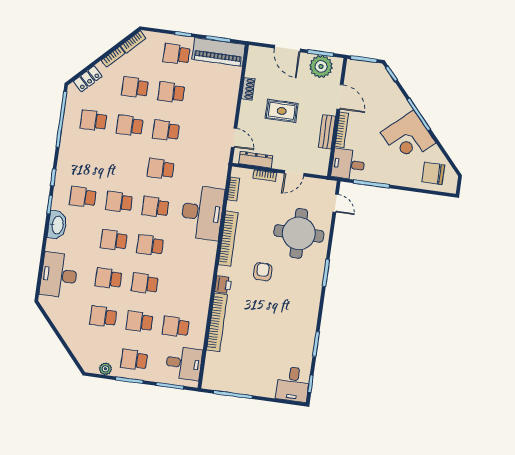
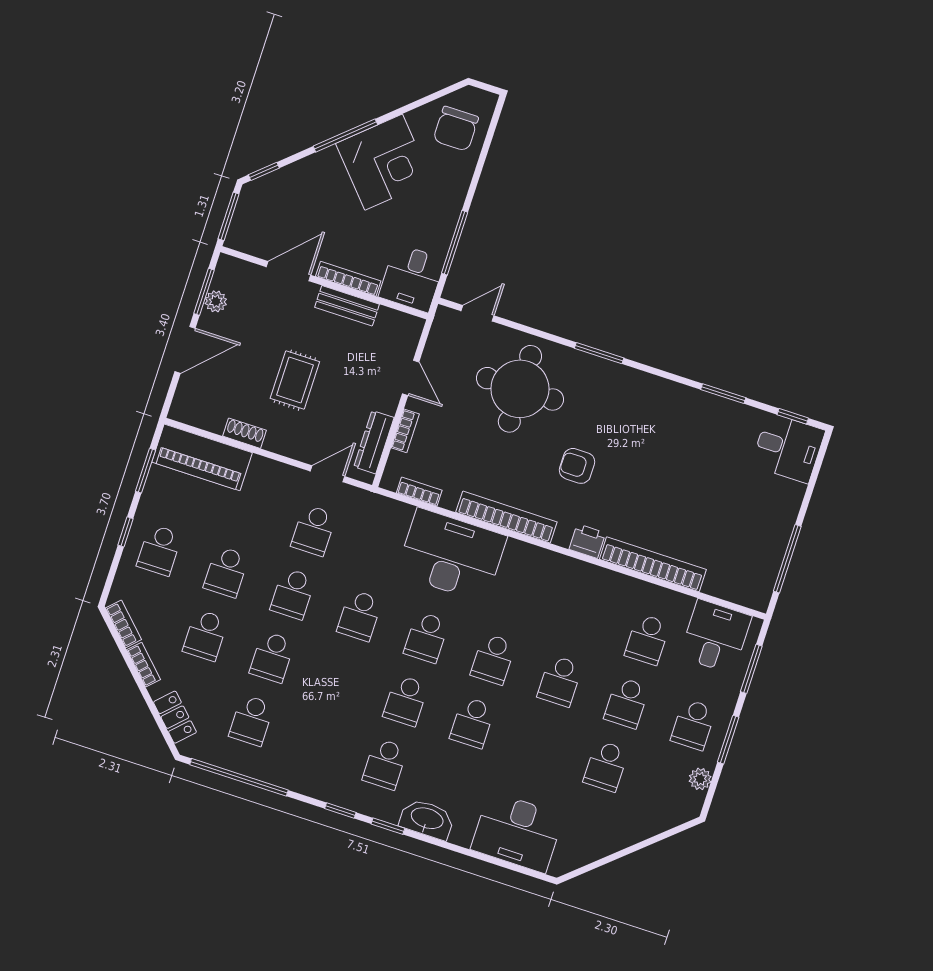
piano: (219, 52) -> (202, 457), moved, turned 90
plant: (321, 66) -> (216, 301), width x0.53, depth x0.53
school desk: (108, 278) -> (314, 530), moved

